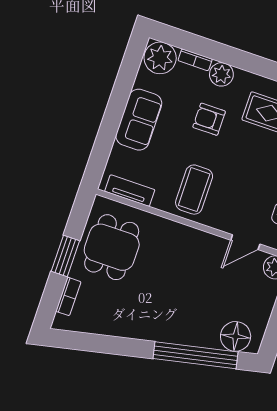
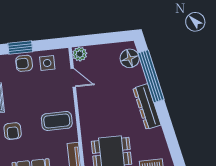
dresser: (154, 329) -> (147, 107), added

